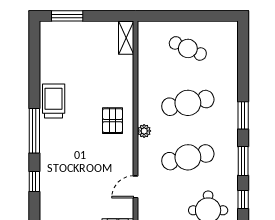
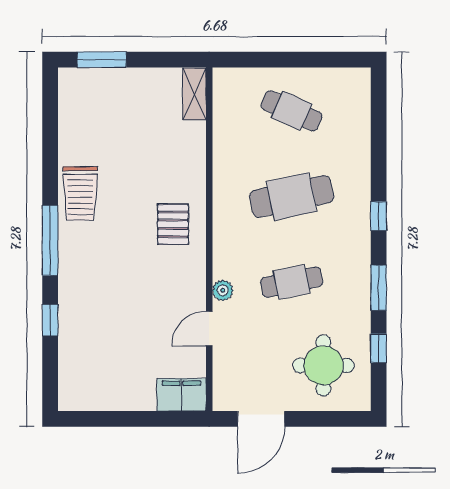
trolley: (54, 101) -> (80, 194), turned 180
window: (243, 115) -> (379, 216), width x0.67
plant: (144, 131) -> (223, 290), moved
cafe table: (188, 157) -> (292, 282), width x0.73, depth x0.74

